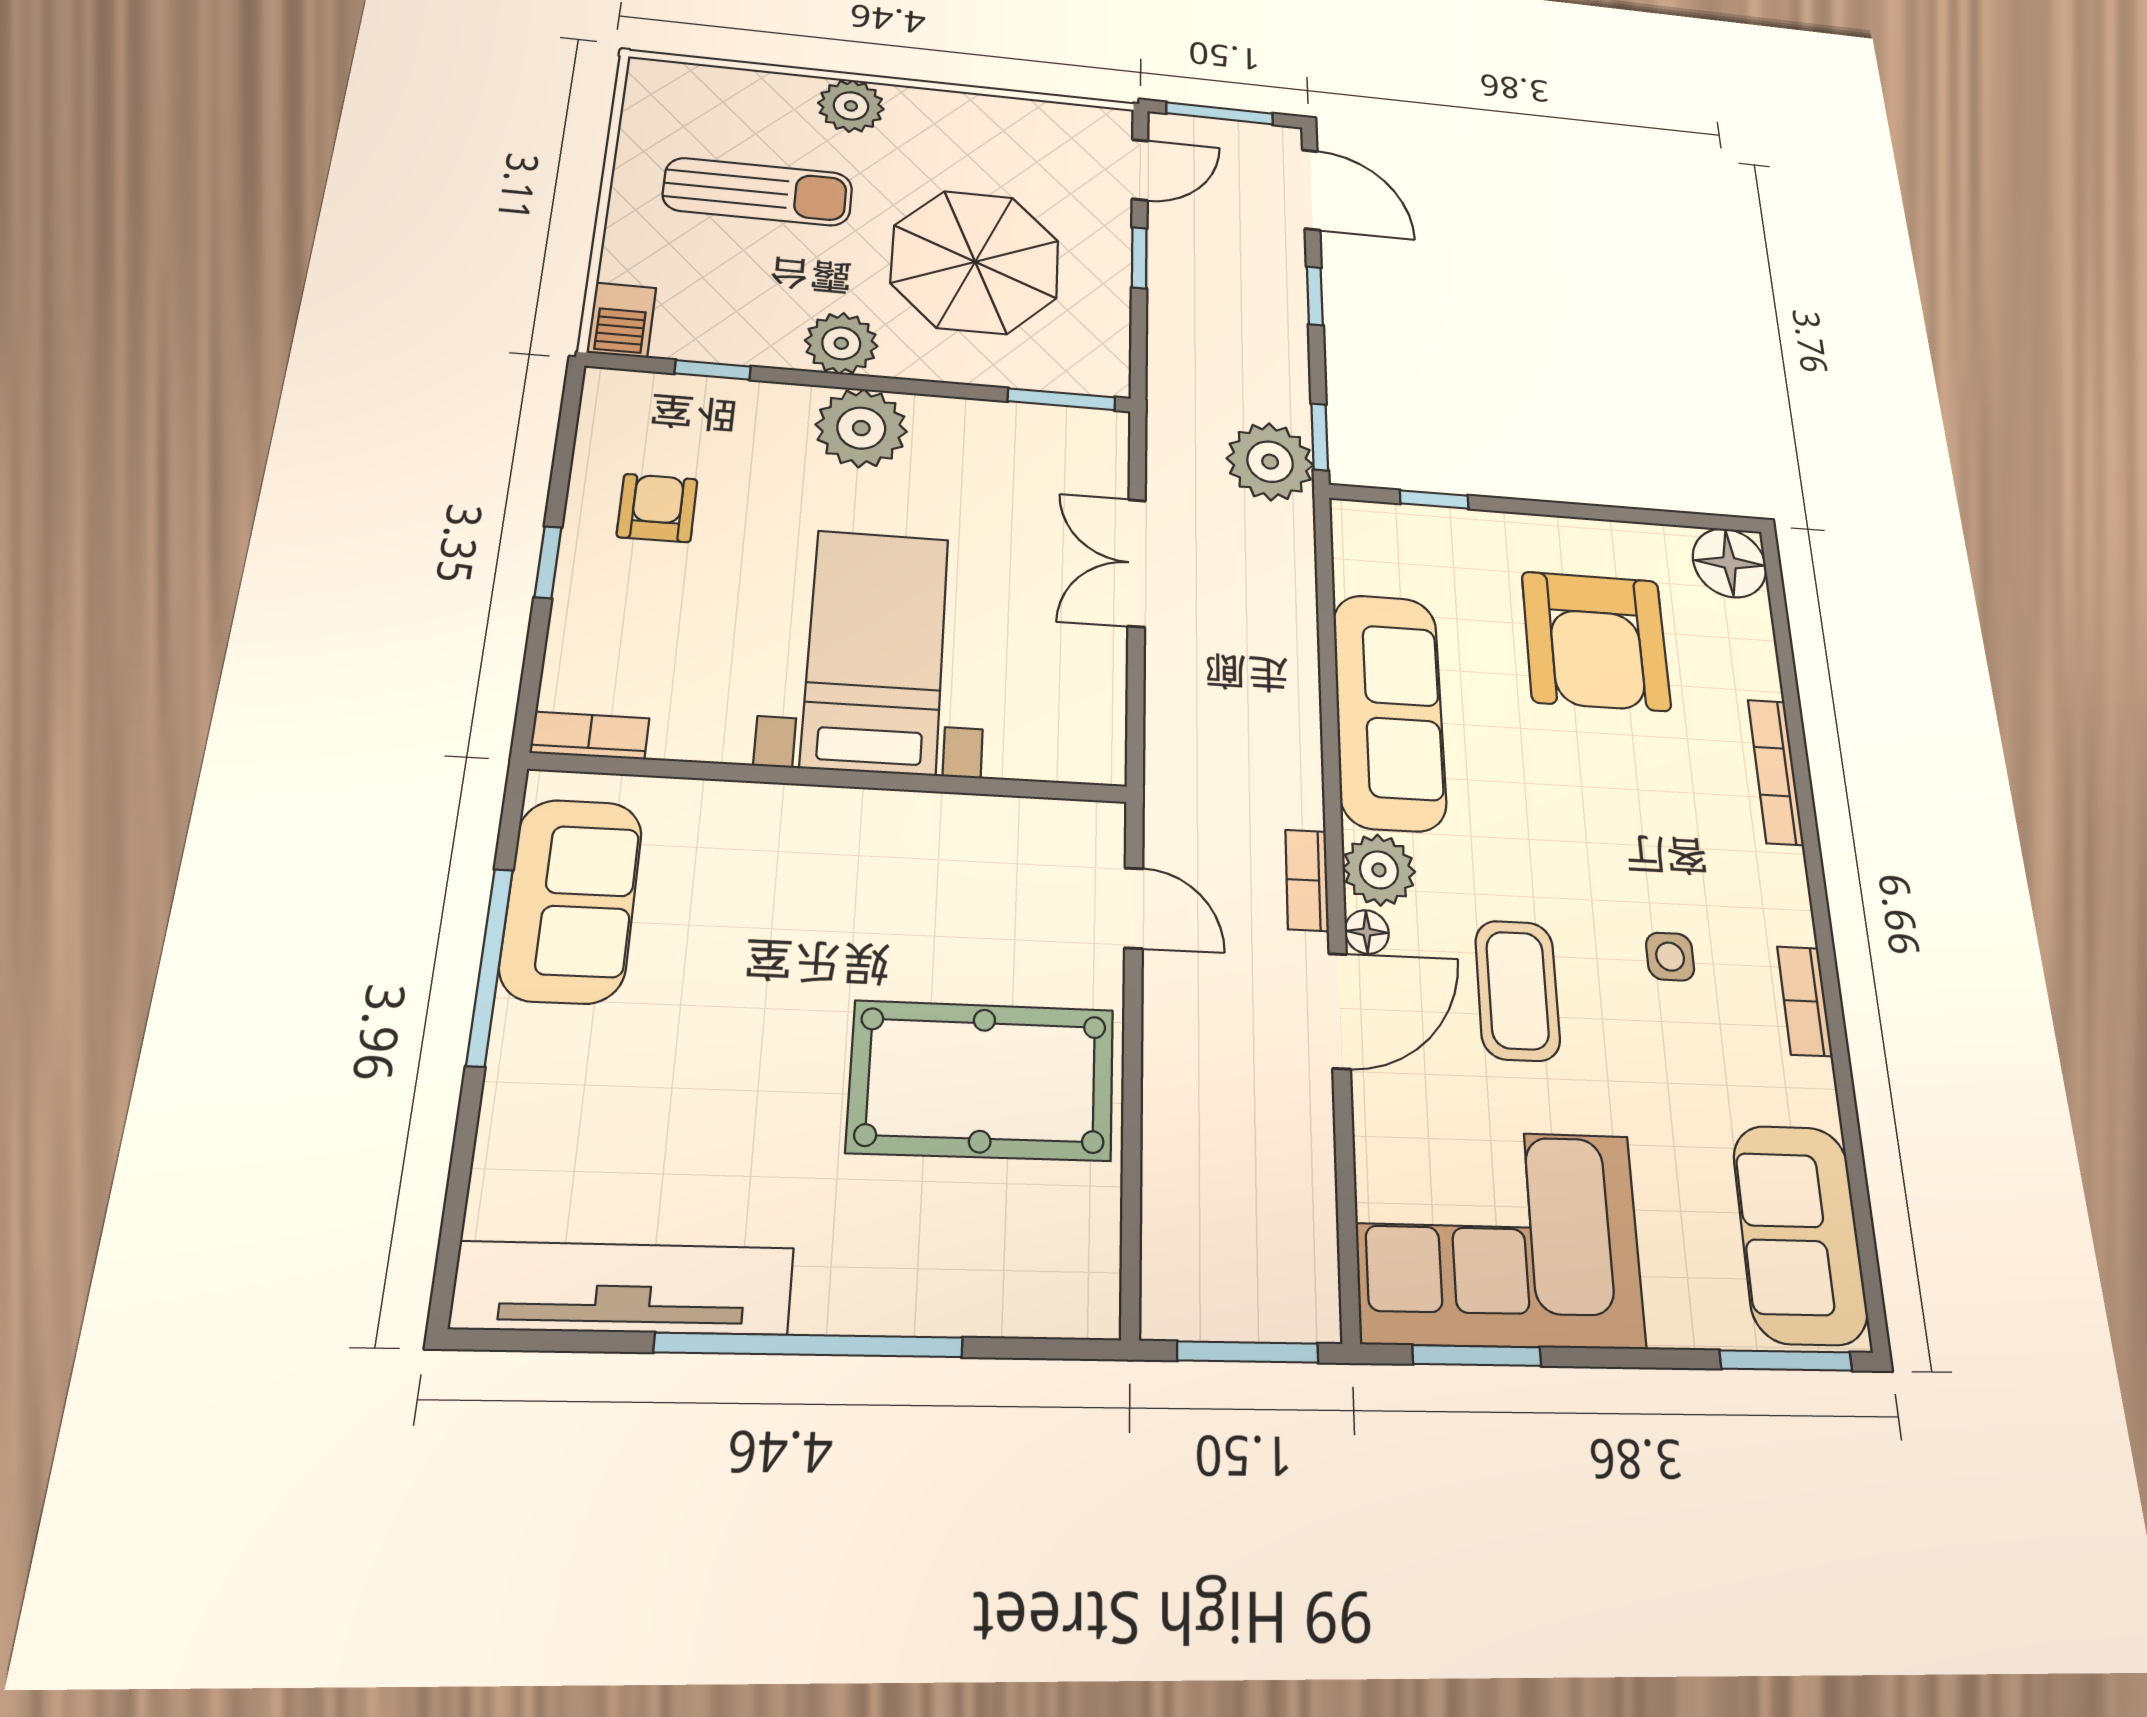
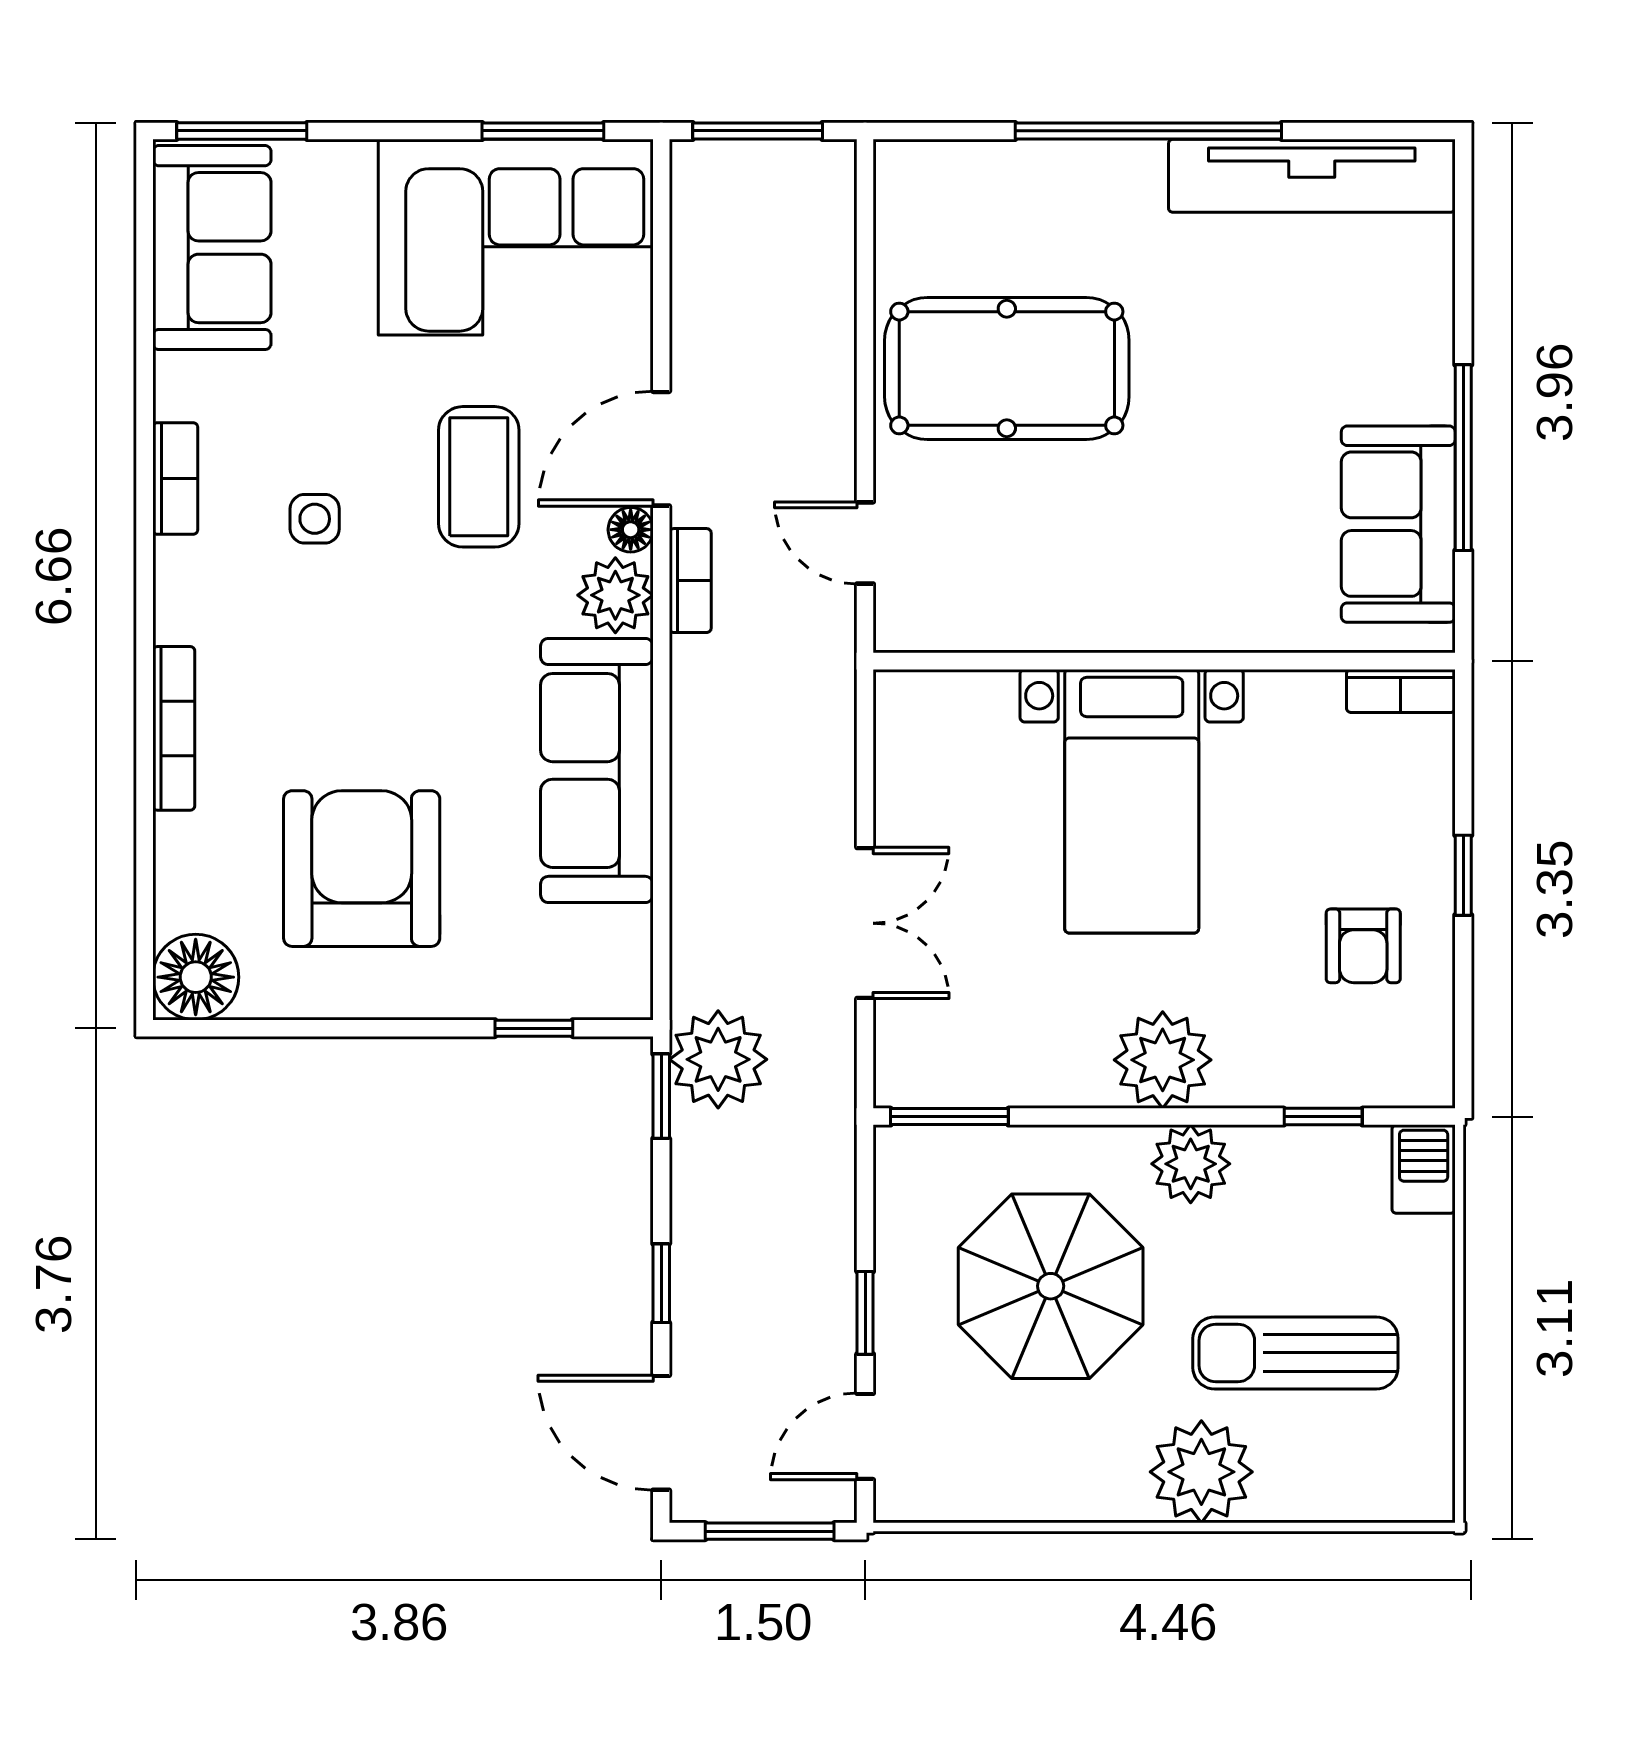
plant: (851, 106) -> (1201, 1472), width x1.36, depth x1.36

